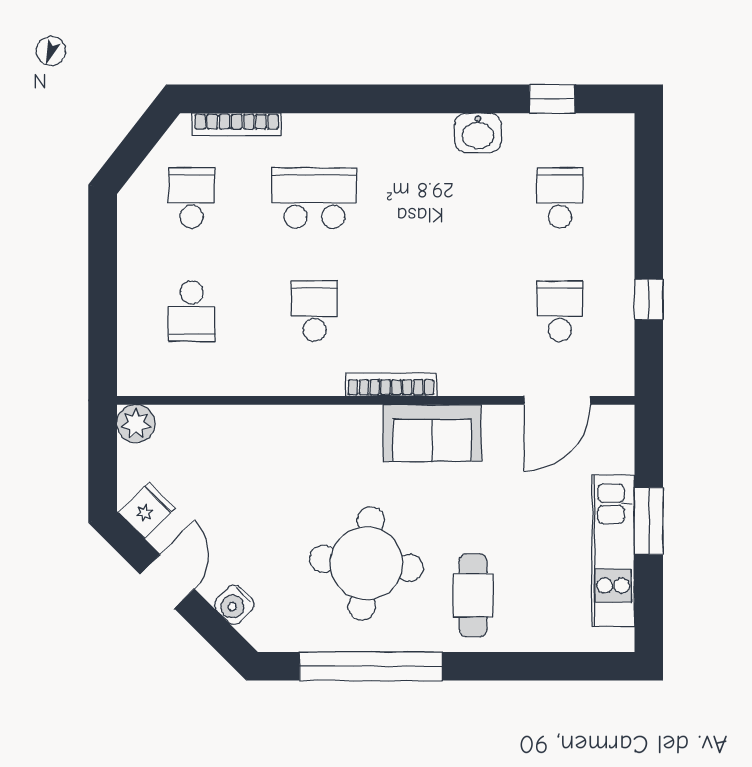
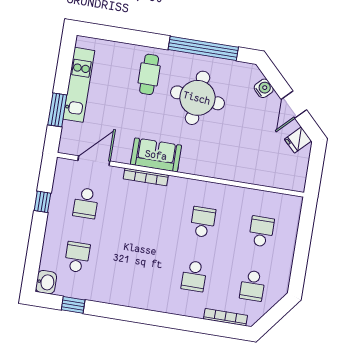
washbasin: (478, 133) -> (46, 282), moved, turned 90
school desk: (314, 198) -> (194, 276), width x0.54
school desk: (560, 198) -> (77, 257), turned 180
school desk: (314, 311) -> (203, 222), turned 180
bookcase: (391, 384) -> (146, 177), moved
plant: (136, 424) -> (297, 182), removed
window: (649, 521) -> (57, 110), moved

